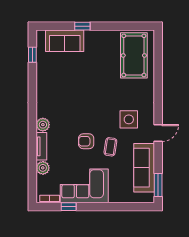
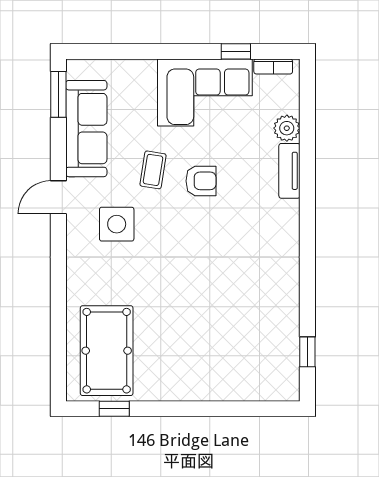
window: (82, 26) -> (114, 409), moved
sofa: (65, 41) -> (243, 380), removed
plant: (43, 125) -> (287, 214), removed

